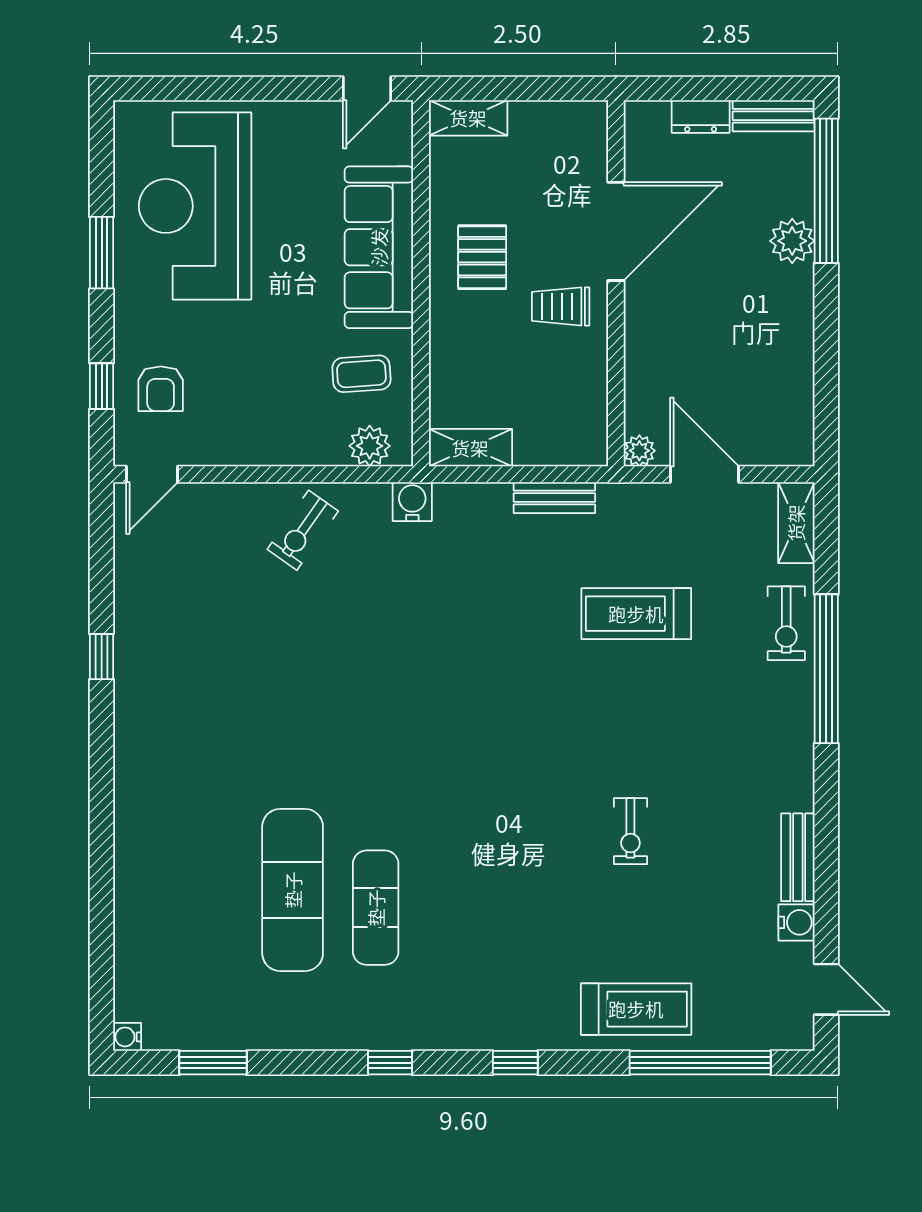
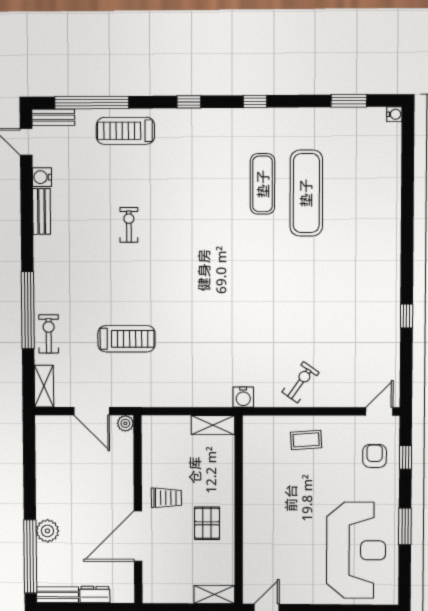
sofa: (379, 247) -> (261, 529), removed
coffee table: (361, 374) -> (306, 440), moved
plant: (370, 446) -> (265, 426), removed
bench: (554, 498) -> (53, 117), moved

